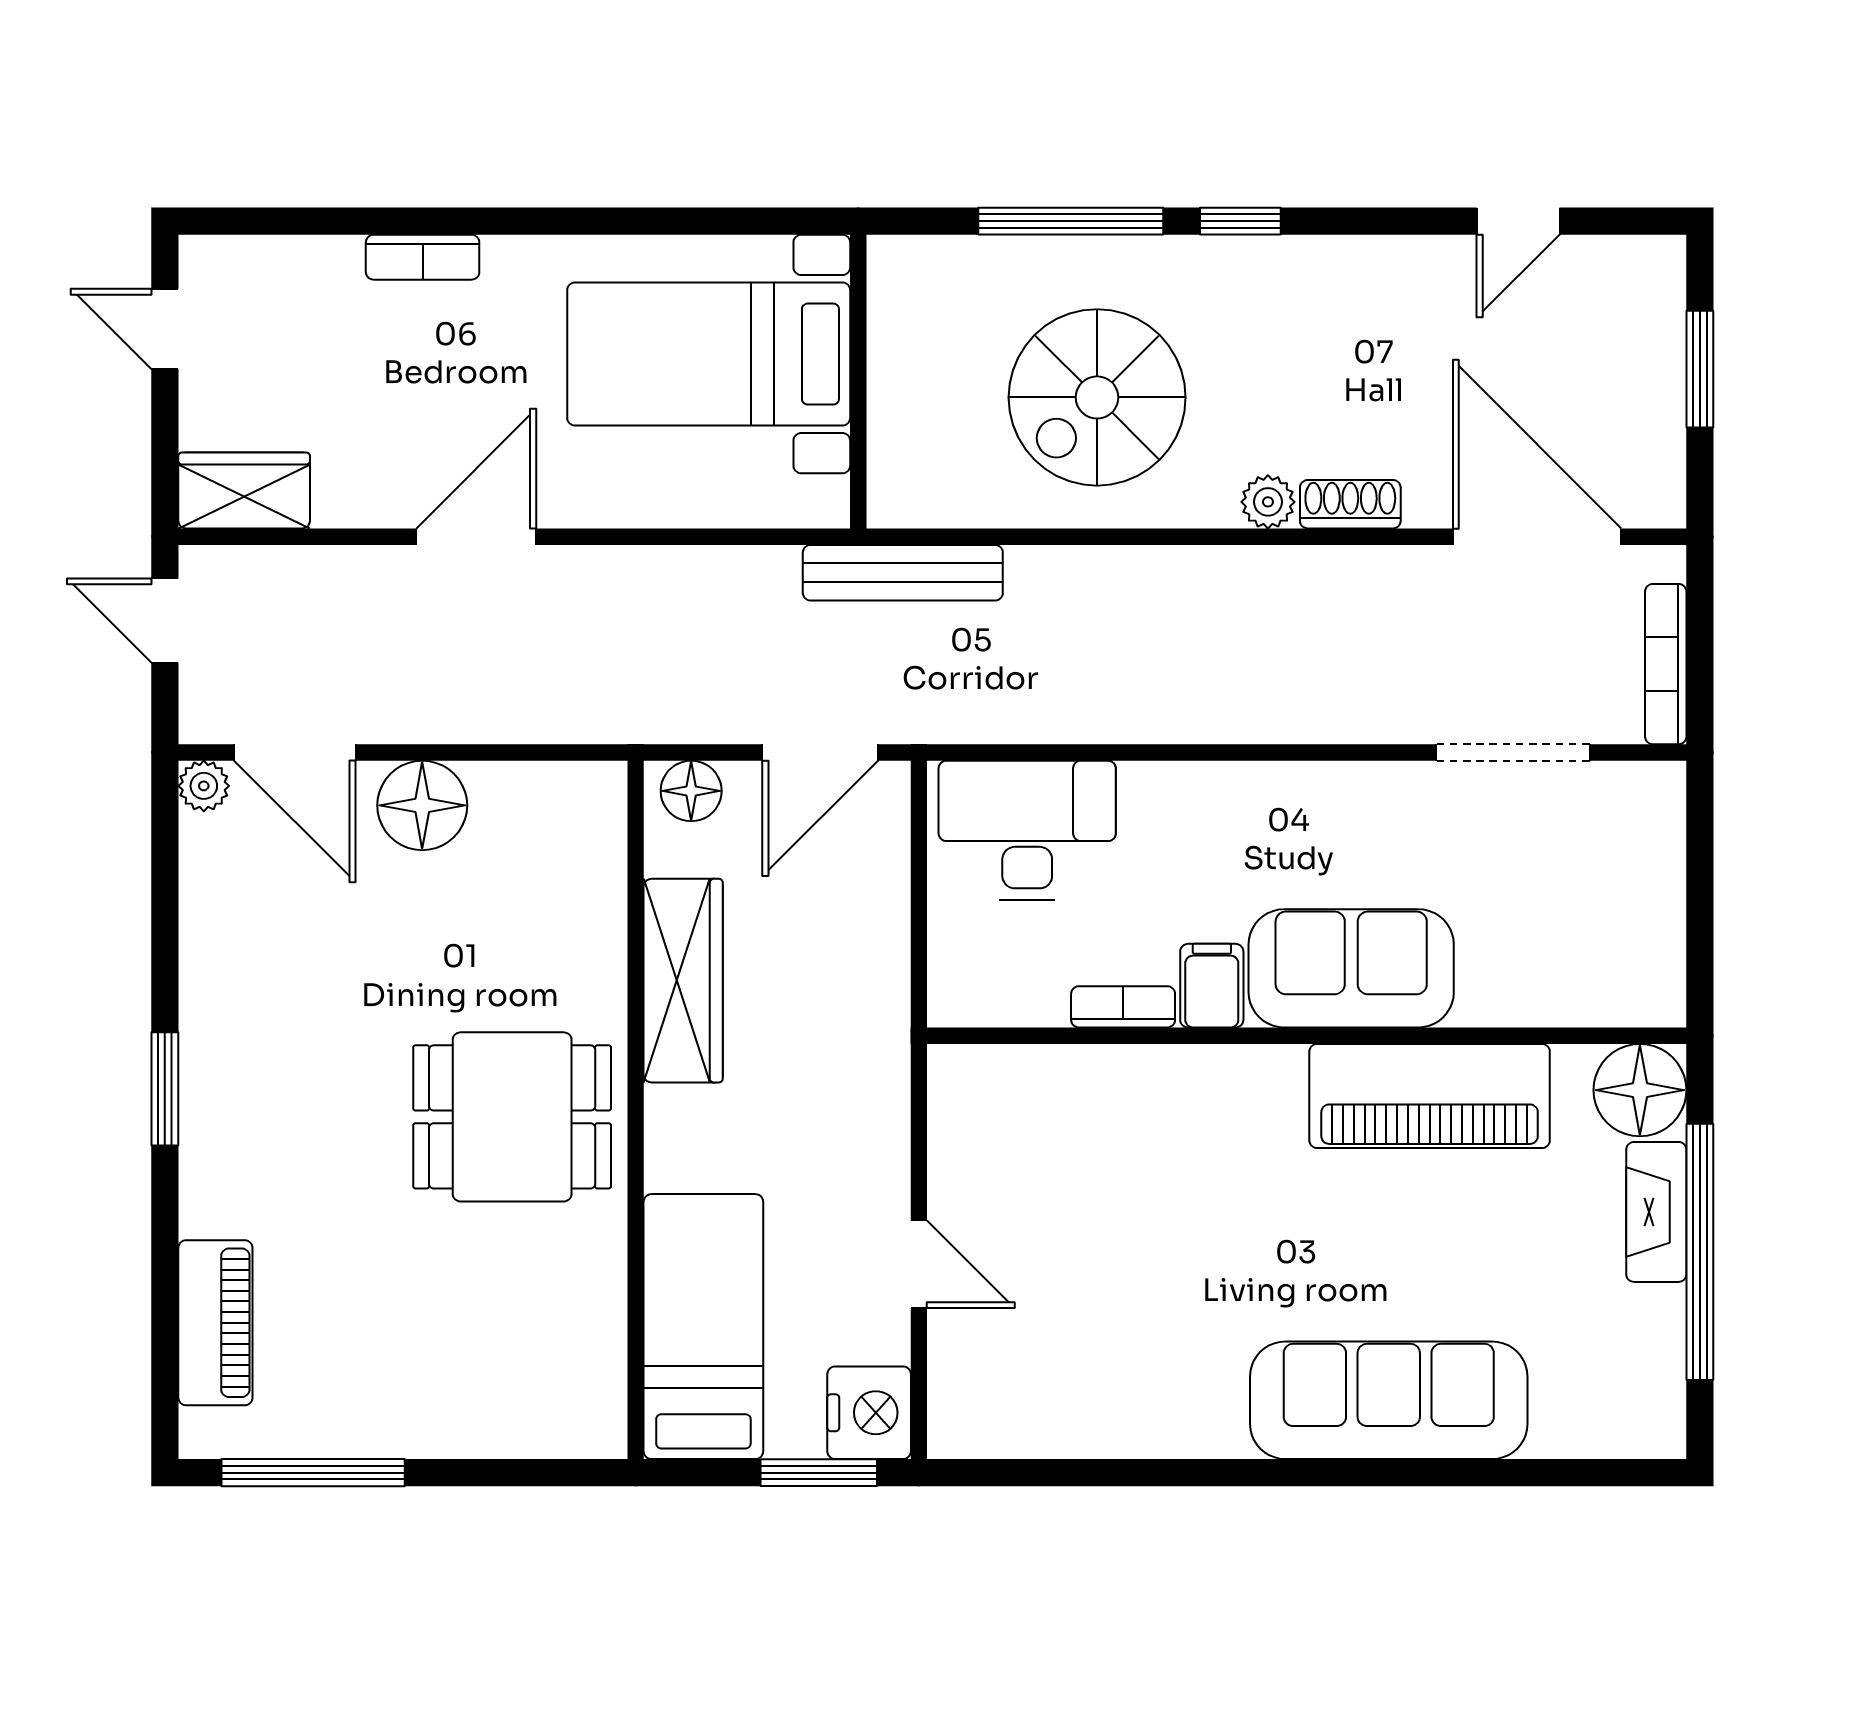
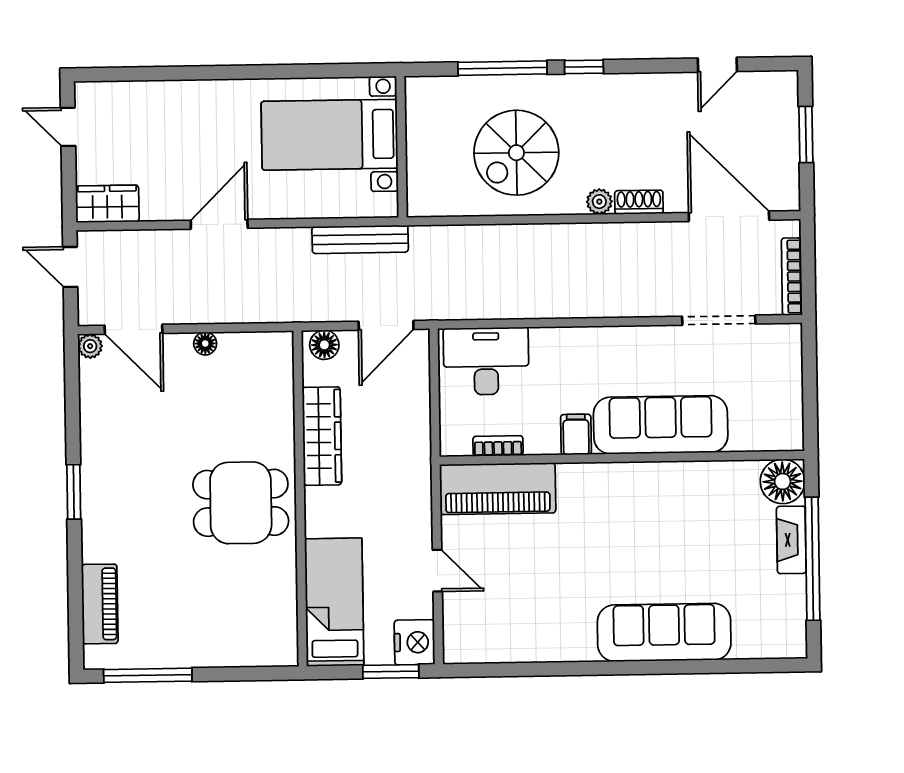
bookcase: (423, 257) -> (191, 90), removed
bench: (903, 573) -> (360, 239), moved
floor lamp: (422, 805) -> (205, 344), width x0.53, depth x0.53
sofa: (1351, 968) -> (661, 425), width x1.36
bookcase: (1123, 1007) -> (498, 446), moved
piano: (1430, 1096) -> (498, 489), moved

